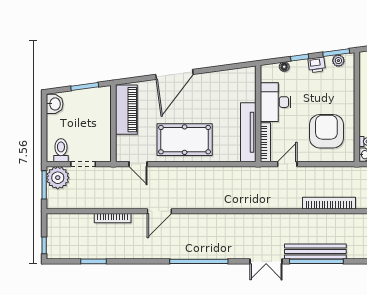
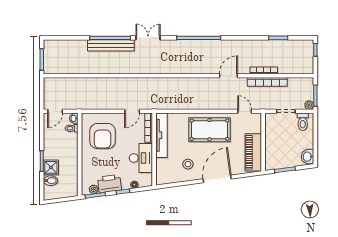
printer: (317, 65) -> (110, 184), width x1.87, depth x1.48
stool: (213, 94) -> (188, 164), added
plant: (58, 178) -> (309, 105), width x0.53, depth x0.53
bookcase: (329, 203) -> (267, 82), moved

